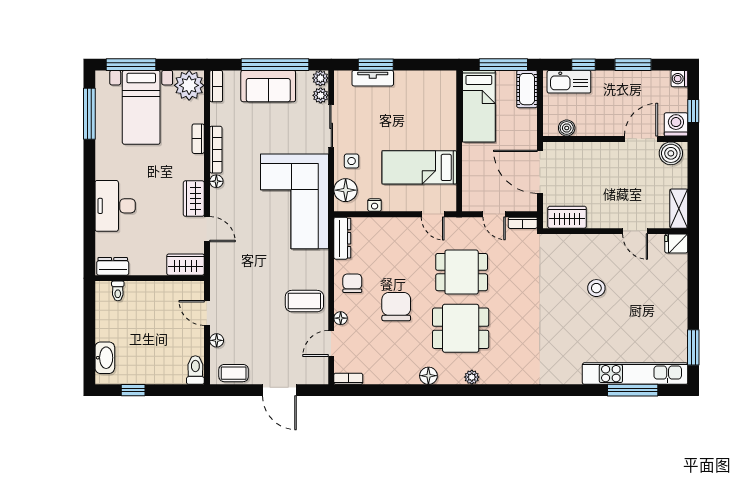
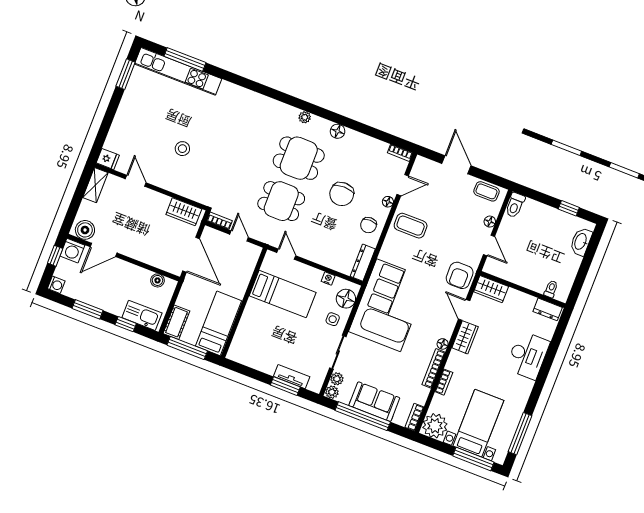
armchair: (227, 266) -> (460, 275), added

